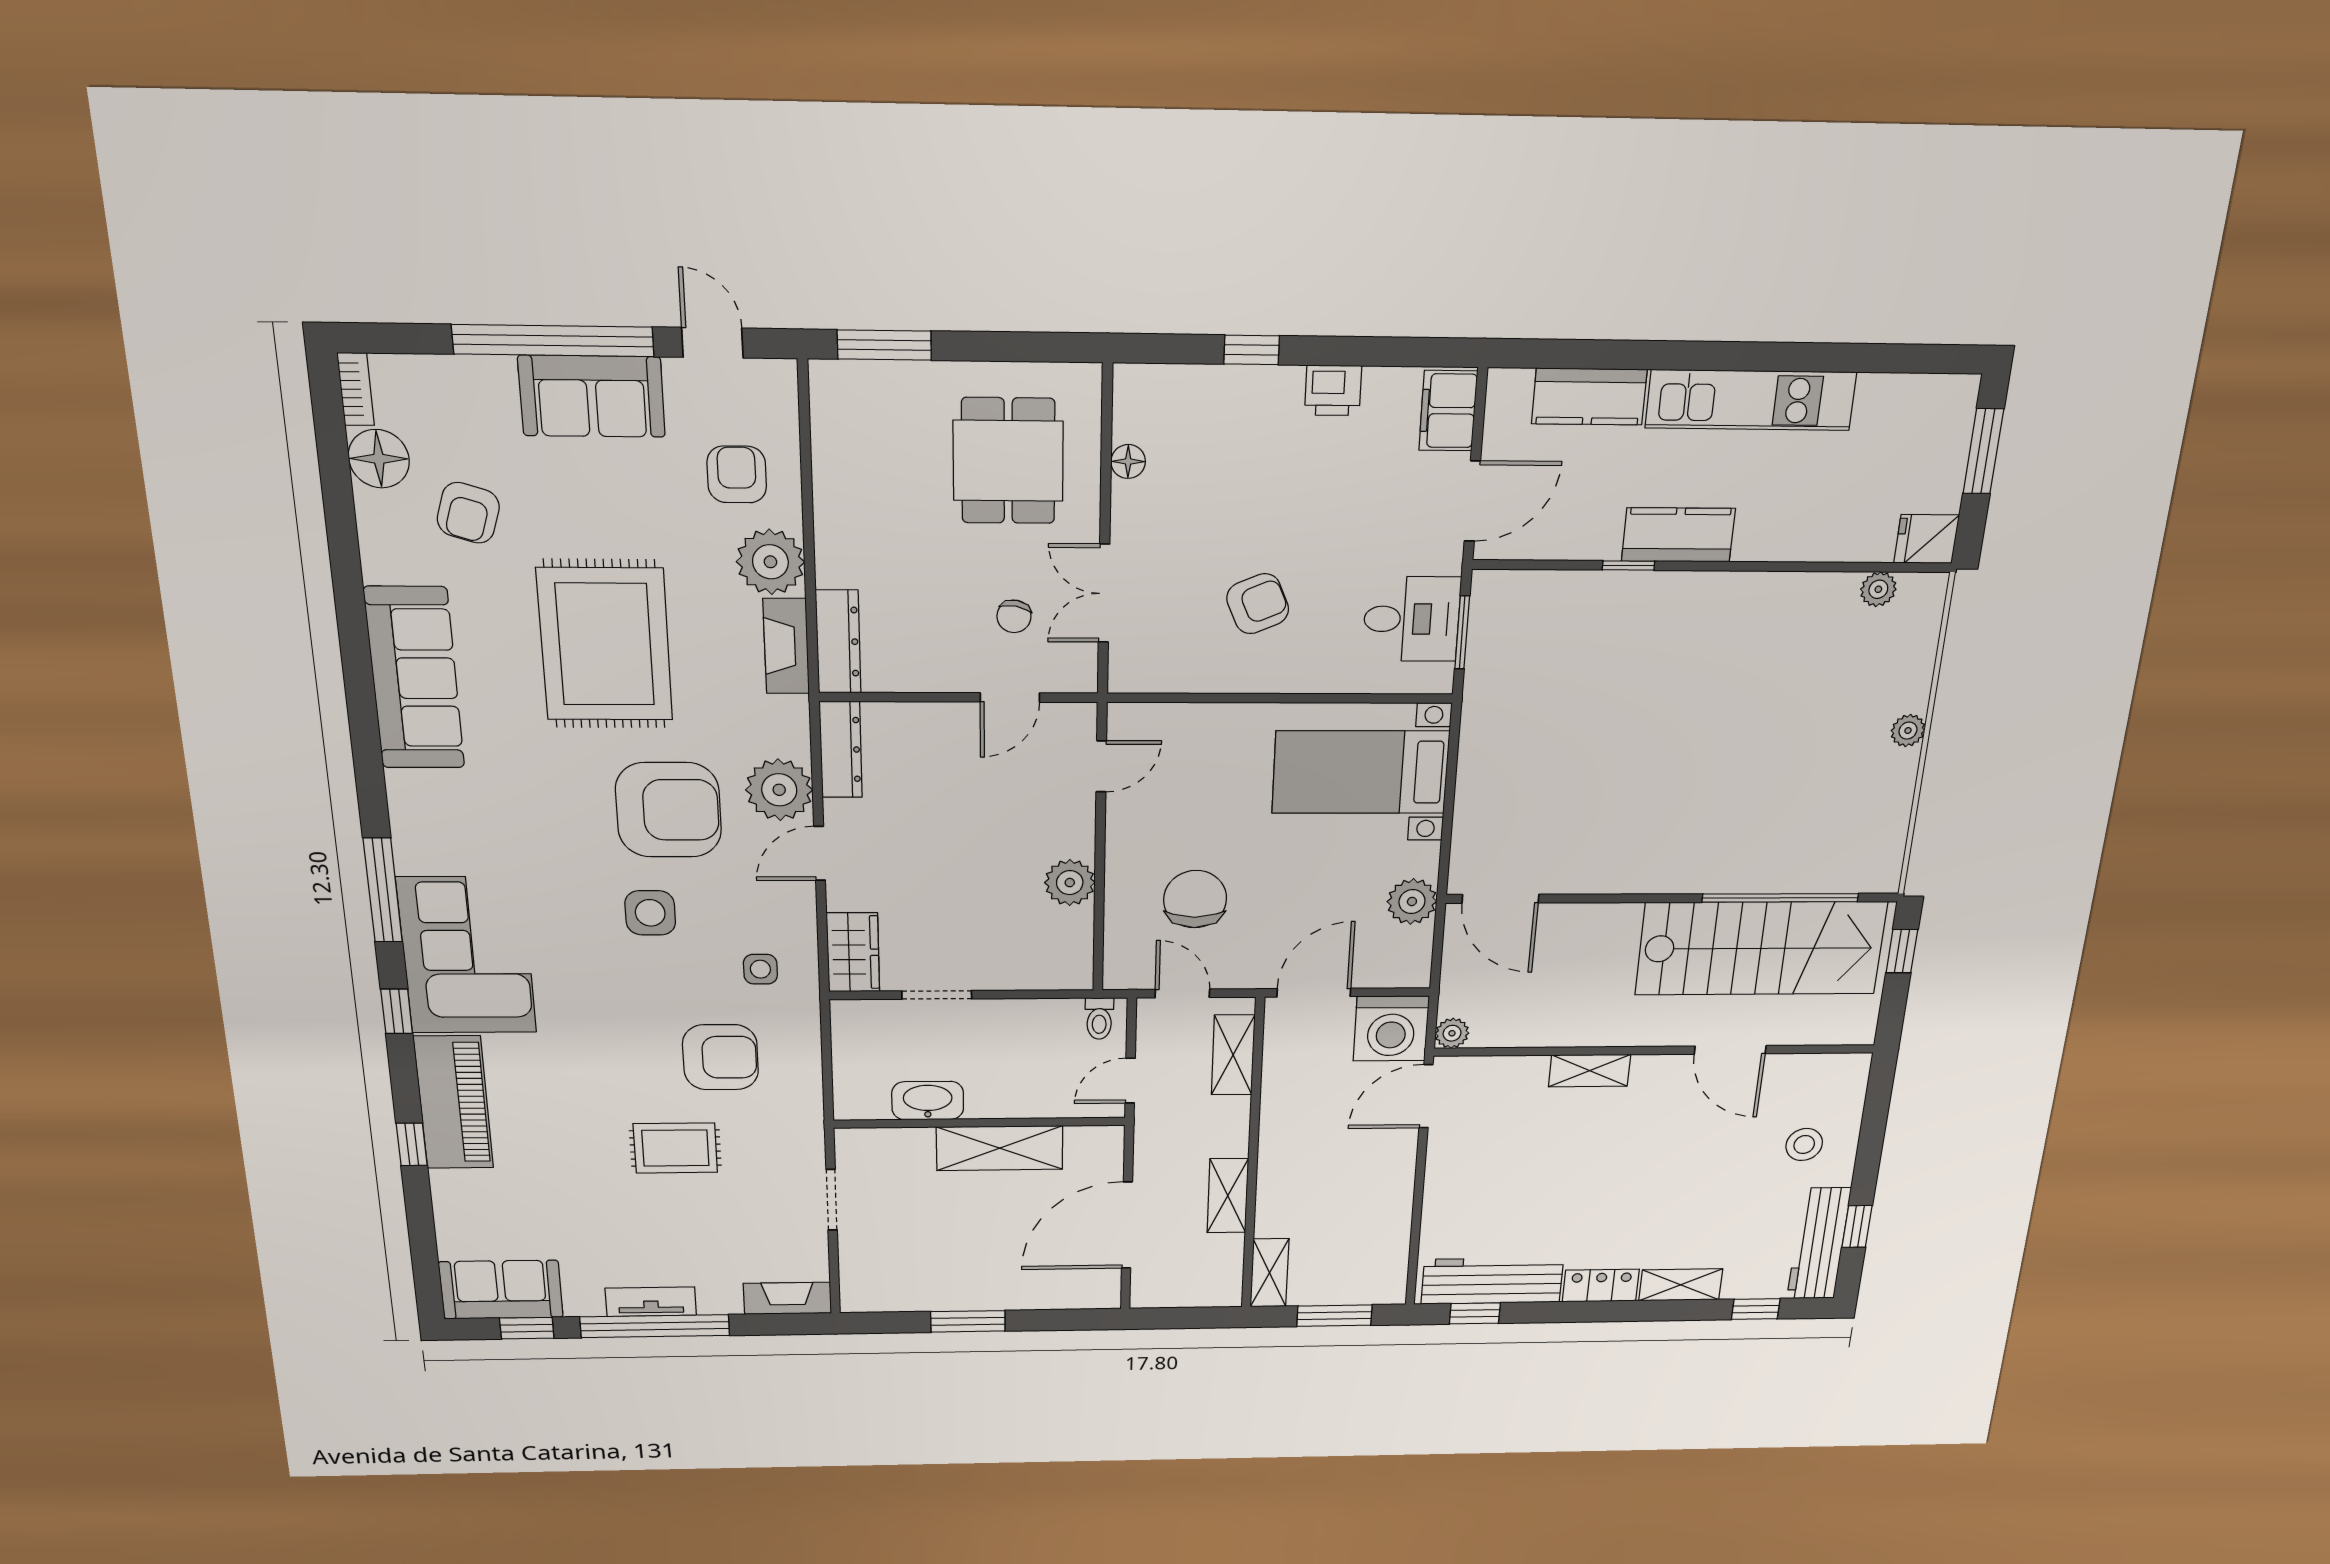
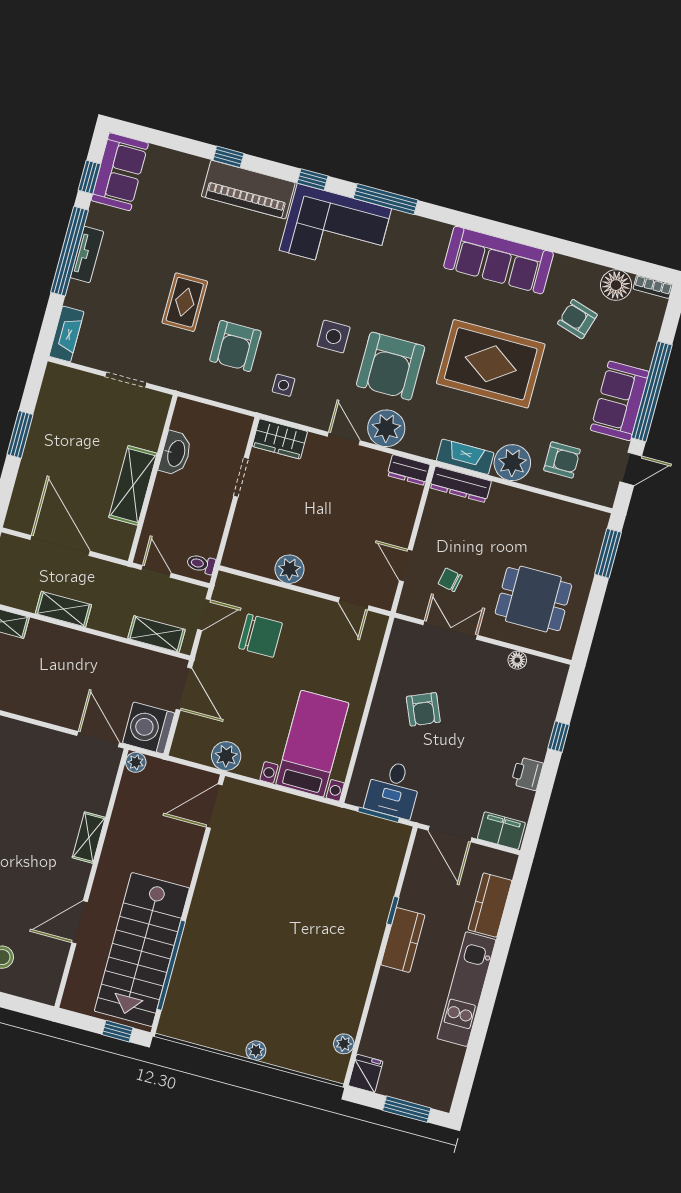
dresser: (841, 750) -> (409, 470), width x0.70

